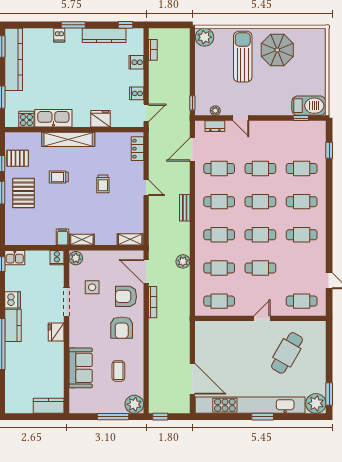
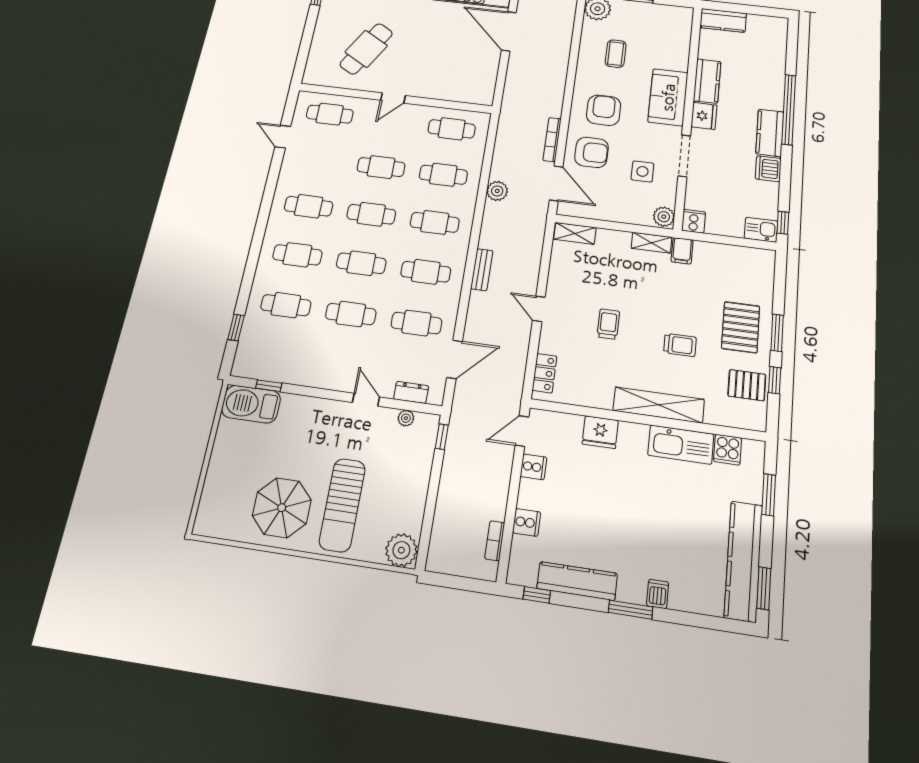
kitchen counter: (56, 358) -> (707, 81), added
sofa: (81, 368) -> (668, 97), moved

